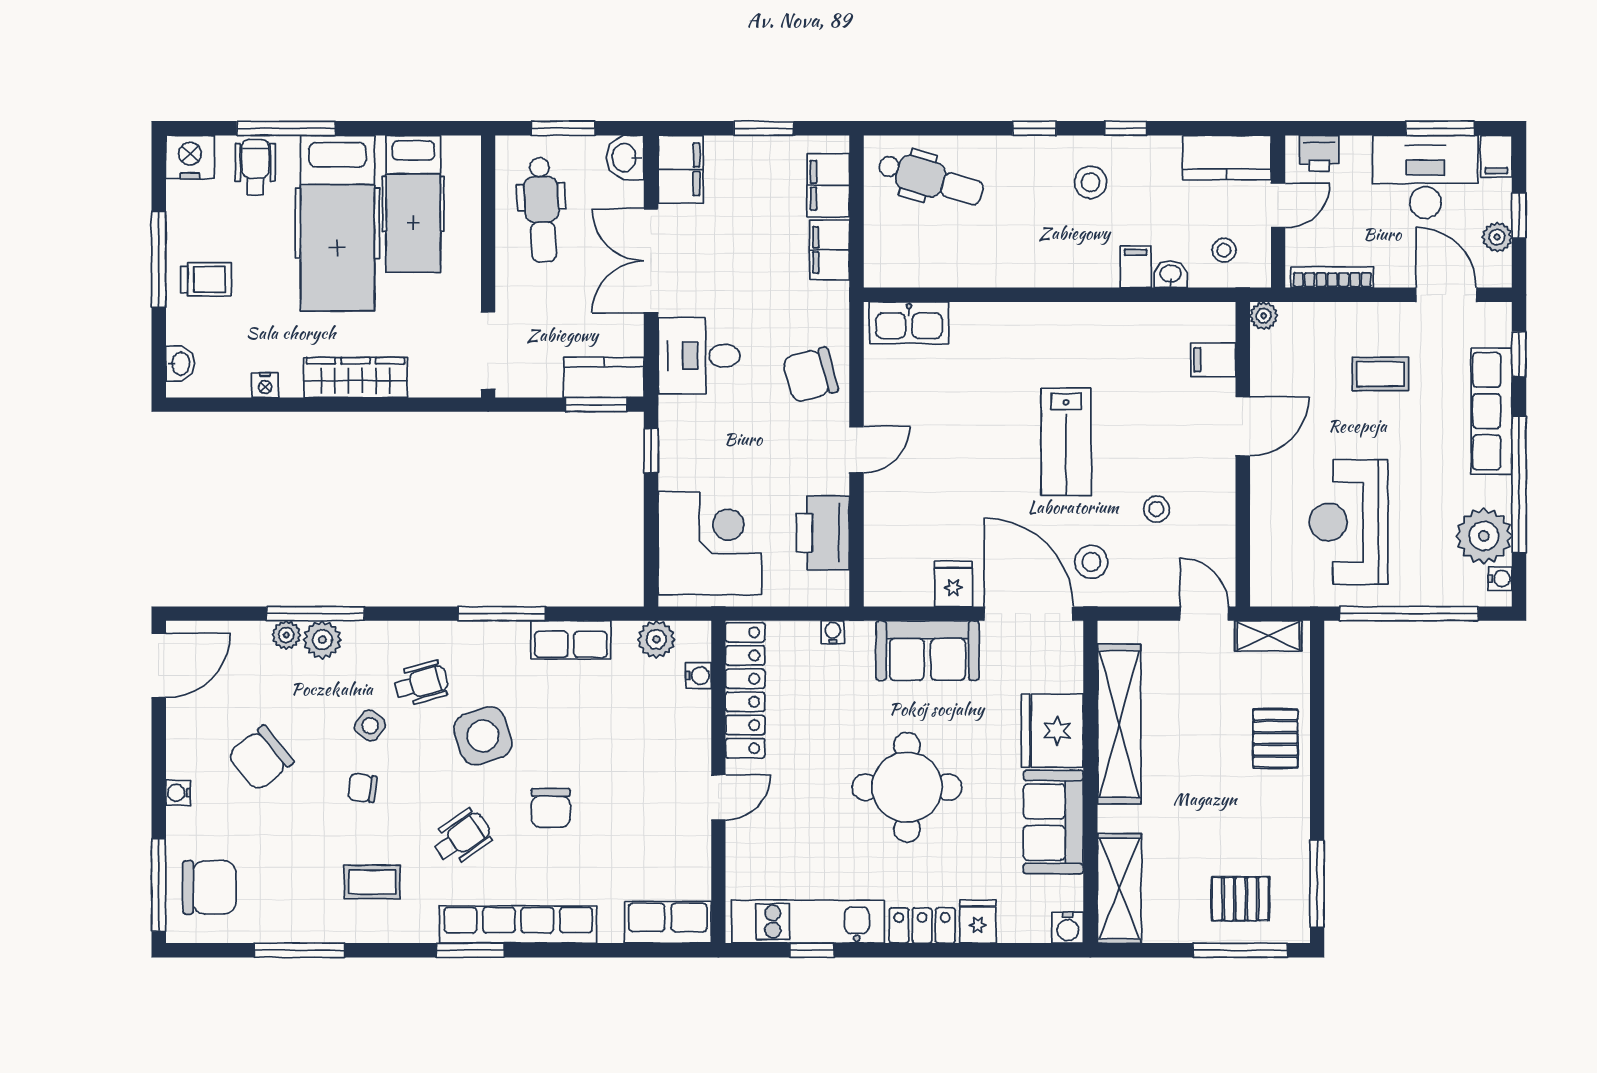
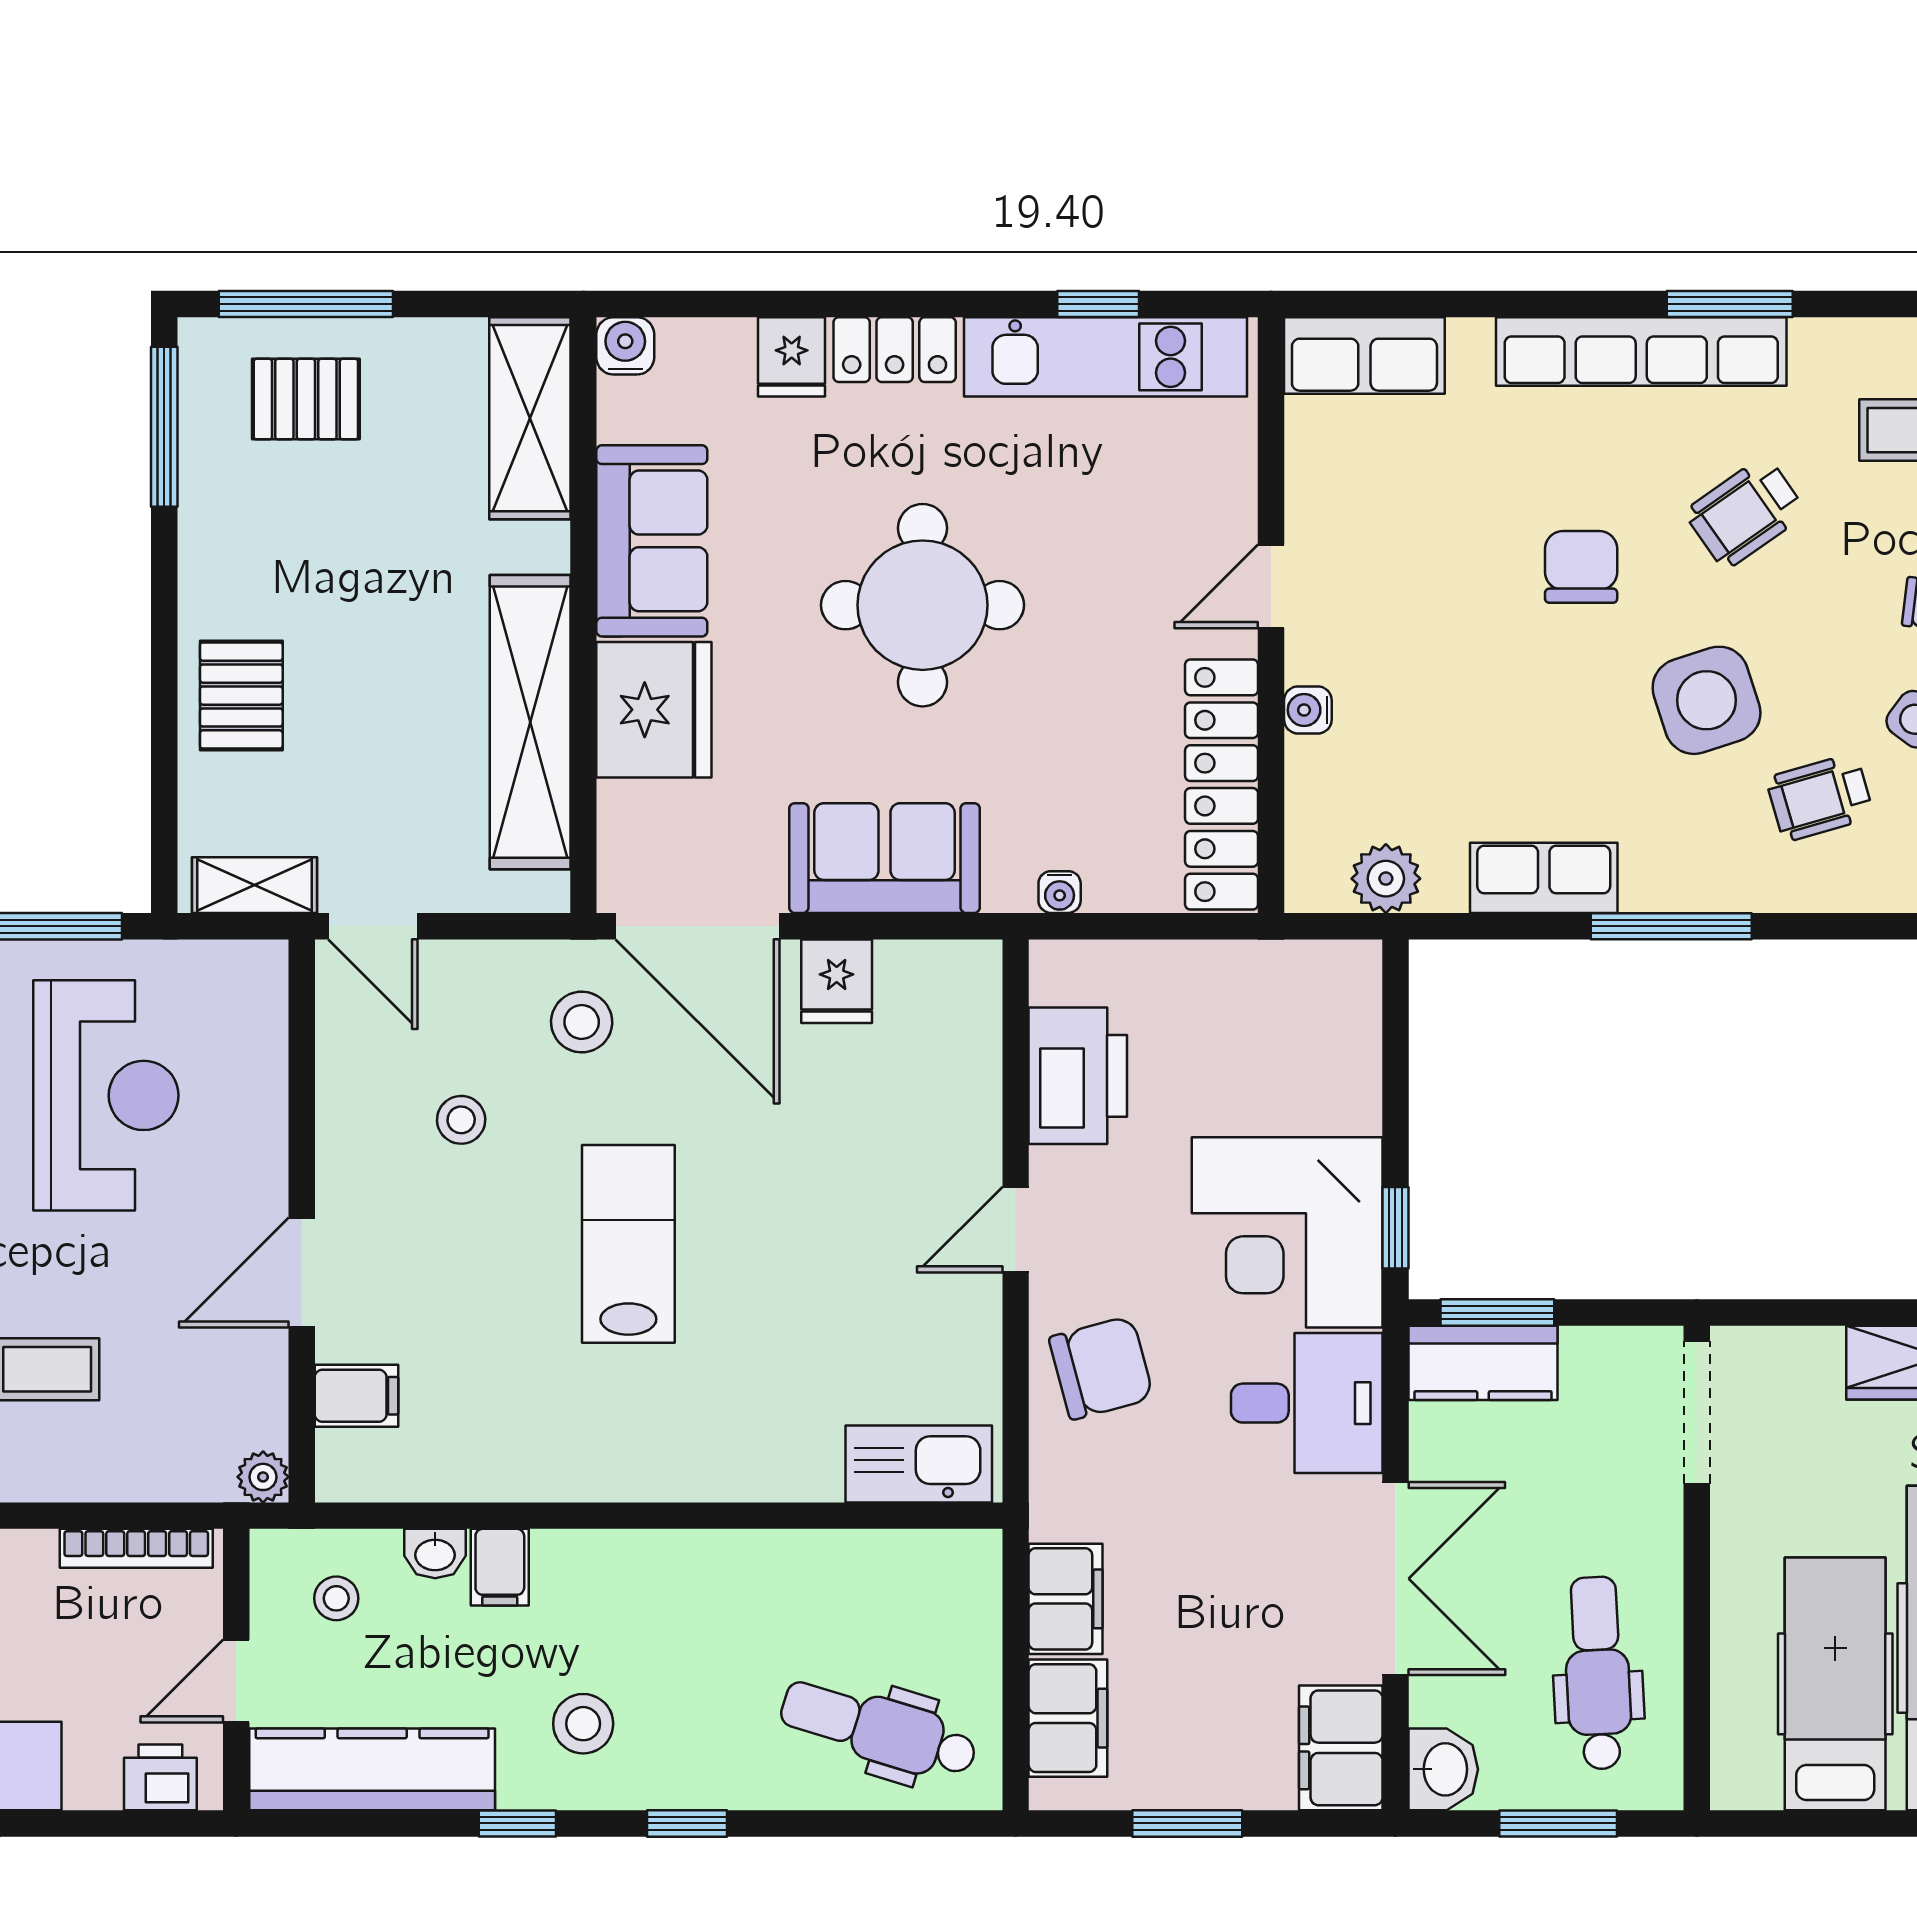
kitchen counter: (1227, 158) -> (372, 1769), width x1.50
corner desk: (710, 543) -> (1287, 1232), moved
water cooler: (698, 676) -> (1308, 710), moved

